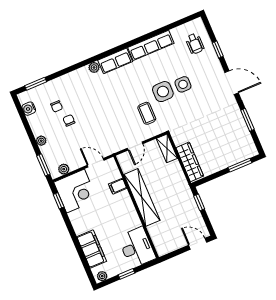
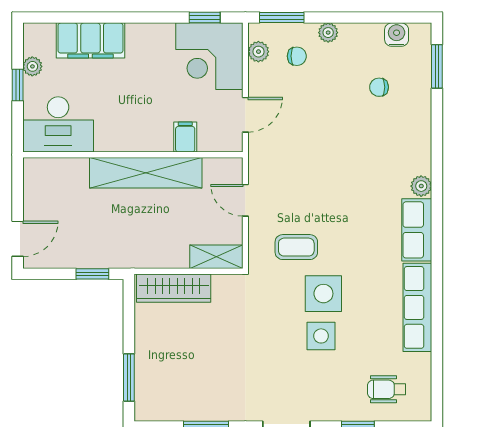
chair: (69, 120) -> (297, 56), moved
plant: (102, 276) -> (32, 66), moved

